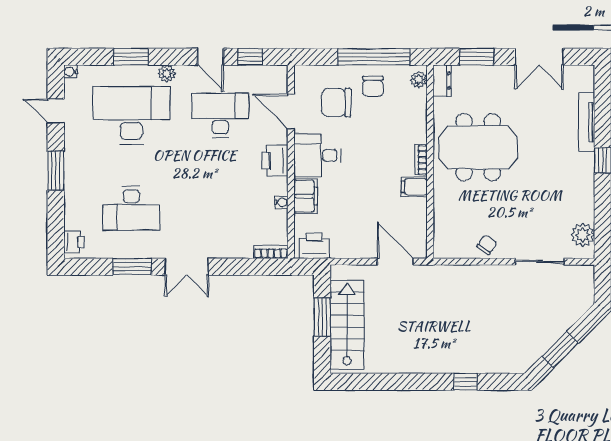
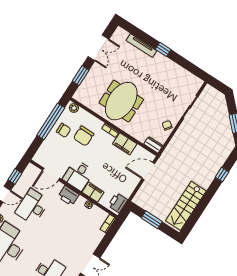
dresser: (442, 81) -> (153, 145), moved
chair: (336, 103) -> (84, 136), moved
filing cabinet: (414, 187) -> (125, 144), width x2.00
plant: (583, 235) -> (191, 80), removed
stairs: (347, 325) -> (186, 206), moved, turned -90

